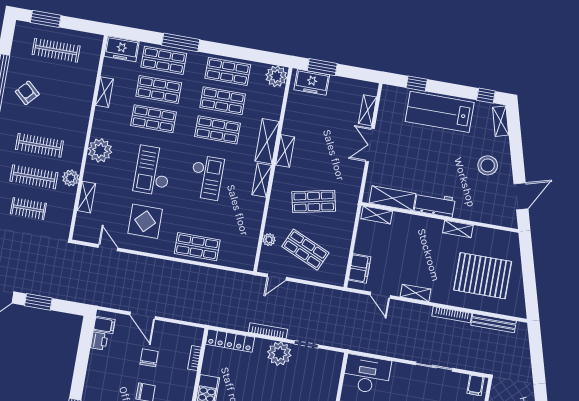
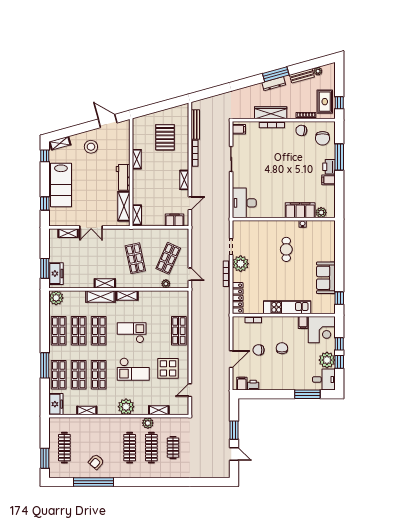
pallet: (483, 276) -> (165, 137), width x0.73, depth x0.71

